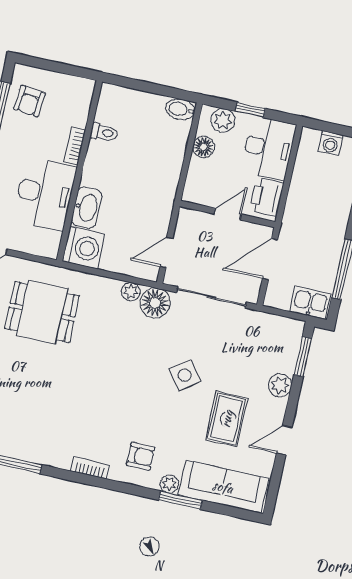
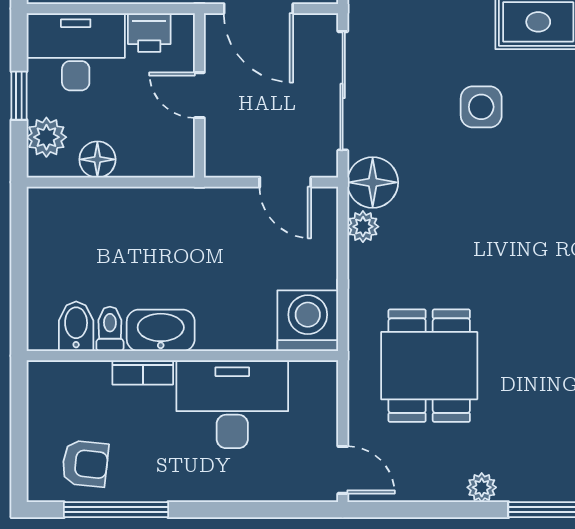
bidet: (180, 109) -> (76, 326), moved, turned 180
printer: (266, 197) -> (149, 33), width x0.73, depth x0.81
washbasin: (87, 207) -> (161, 330), moved
side table: (185, 375) -> (481, 107), turned 37

